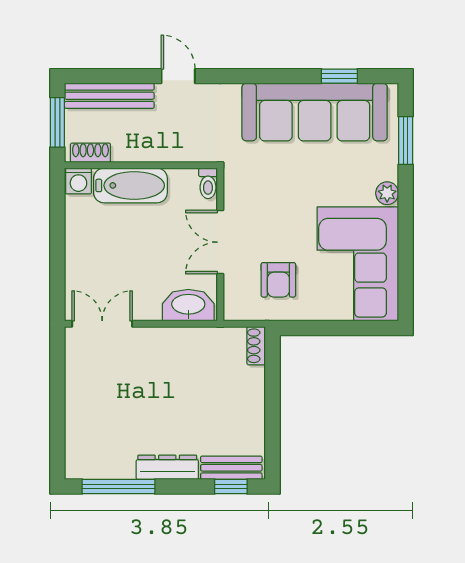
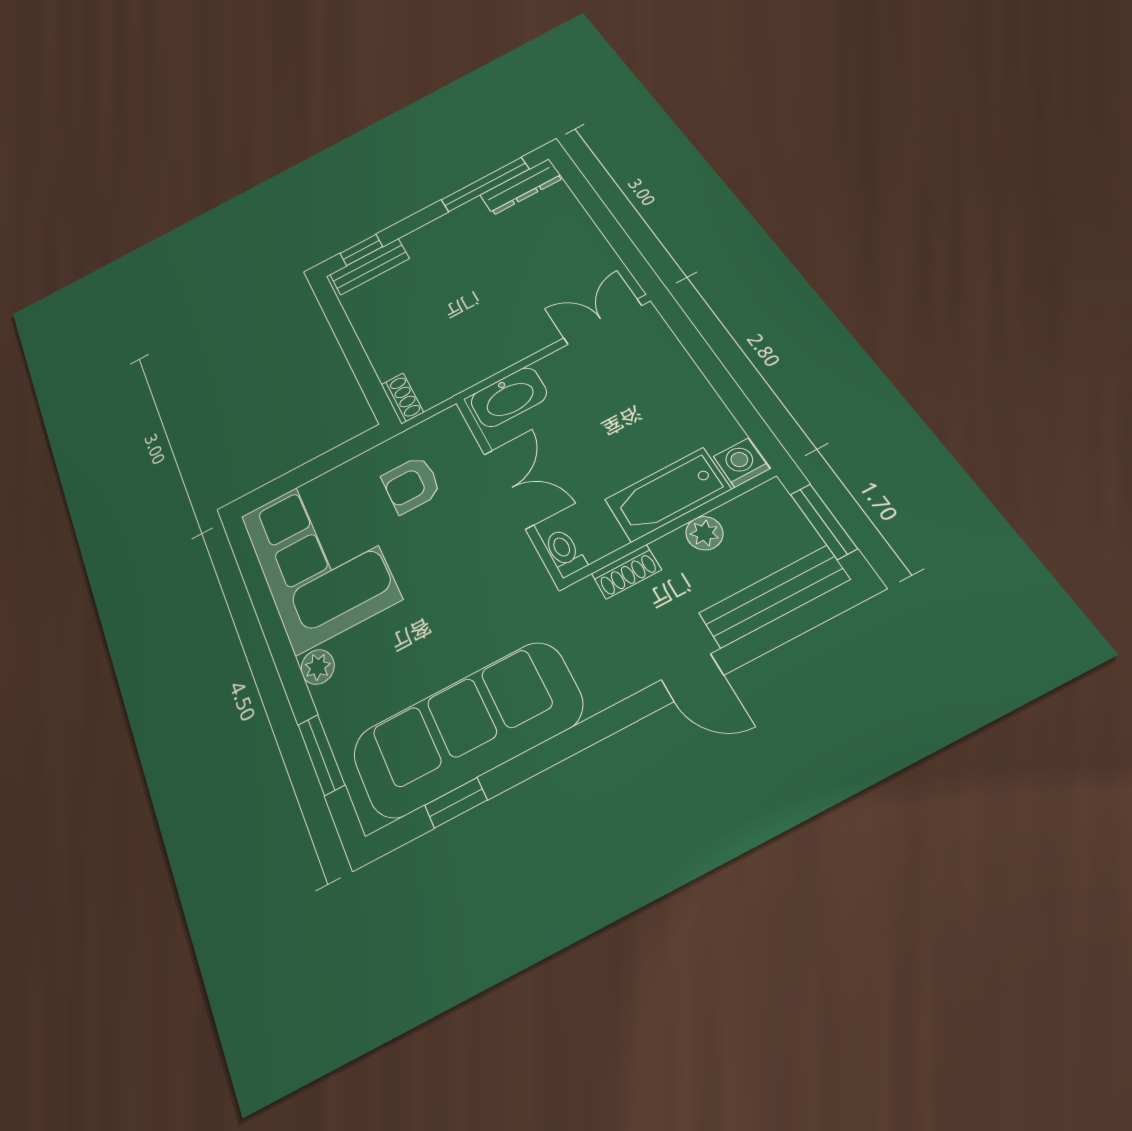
plant: (124, 151) -> (704, 533), added
shoe rack: (90, 153) -> (626, 572), moved
armchair: (278, 280) -> (411, 485), turned -90
double door: (102, 324) -> (603, 322), swing flipped
dresser: (167, 467) -> (521, 187), moved

